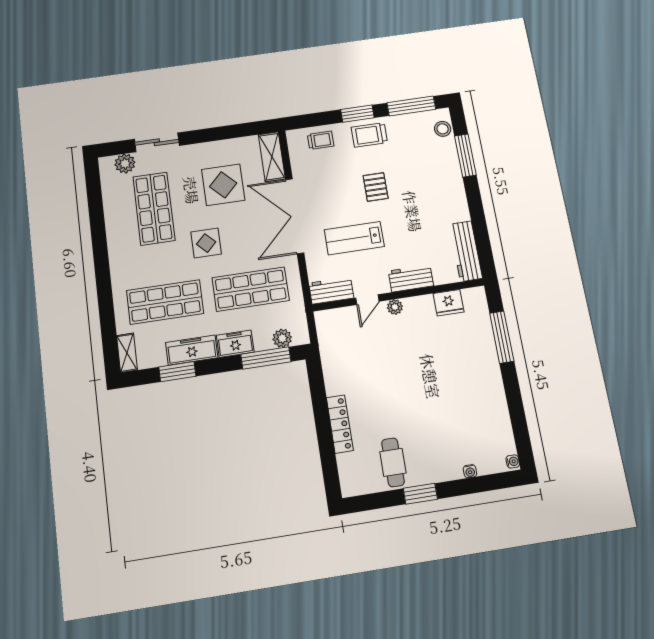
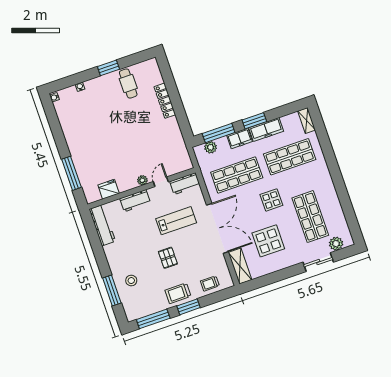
stool: (443, 129) -> (131, 281), moved
trolley: (369, 135) -> (178, 293), turned 180
window: (177, 372) -> (254, 121), moved

